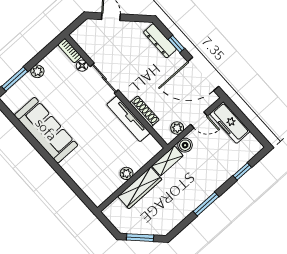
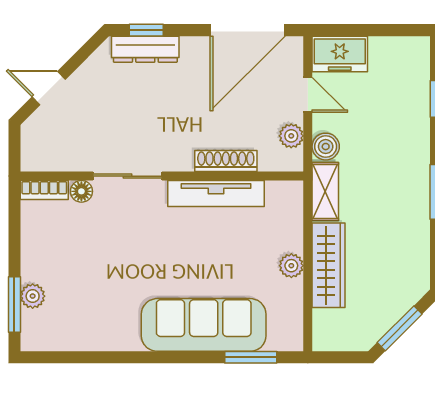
window: (176, 44) -> (146, 30), moved
plant: (37, 71) -> (33, 296), moved
door: (199, 120) -> (308, 95), hinge flipped
freezer: (230, 123) -> (340, 54), width x0.71
sofa: (46, 130) -> (204, 325), moved
window: (77, 190) -> (251, 357), added

